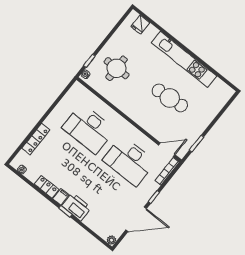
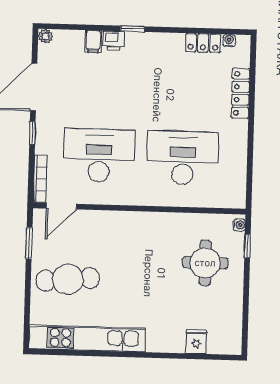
fridge: (140, 25) -> (196, 342), moved
kitchen unit: (184, 59) -> (87, 338), moved
cafe table: (170, 98) -> (68, 279), moved
locker: (47, 187) -> (203, 43), moved
filing cabinet: (61, 197) -> (93, 41), moved
printer: (76, 207) -> (114, 41), width x0.53, depth x0.68

